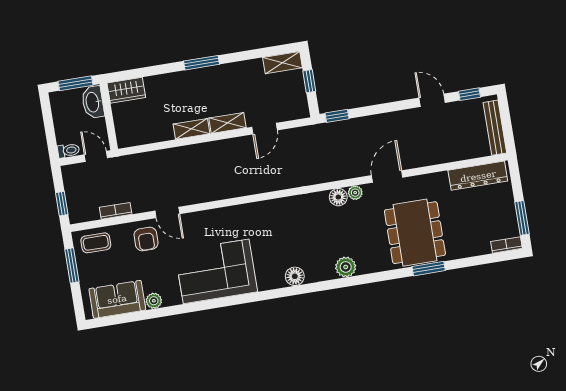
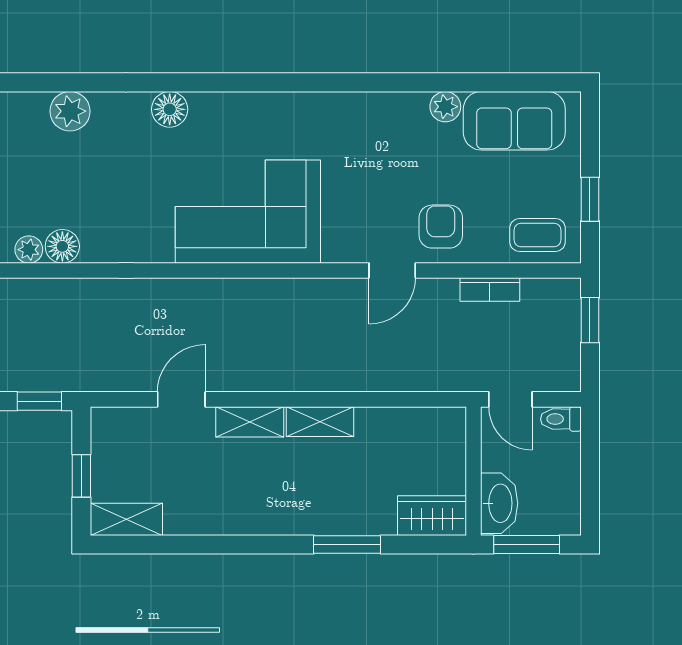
window: (202, 63) -> (347, 544), moved
door: (167, 212) -> (392, 270), swing flipped
window: (72, 266) -> (590, 199), width x0.67
corner sofa: (216, 271) -> (248, 212), moved, turned 180

